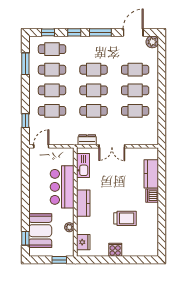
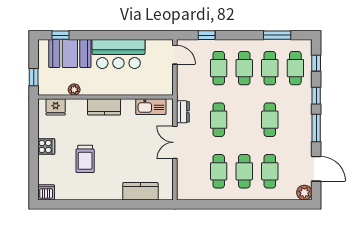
cafe table: (94, 90) -> (244, 120), removed
bar counter: (62, 187) -> (118, 54), moved, turned 180
dishwasher: (152, 196) -> (46, 192), moved

